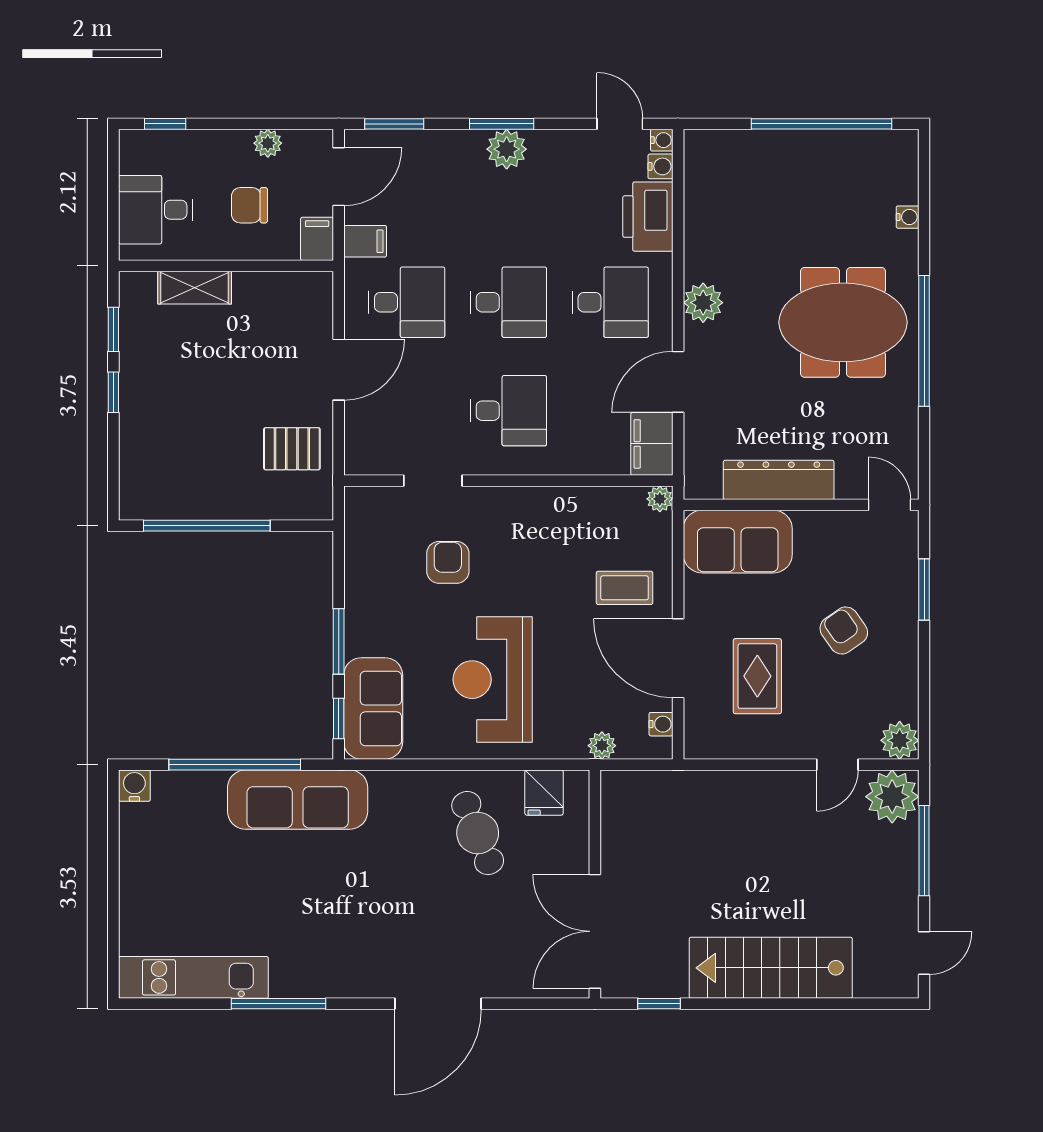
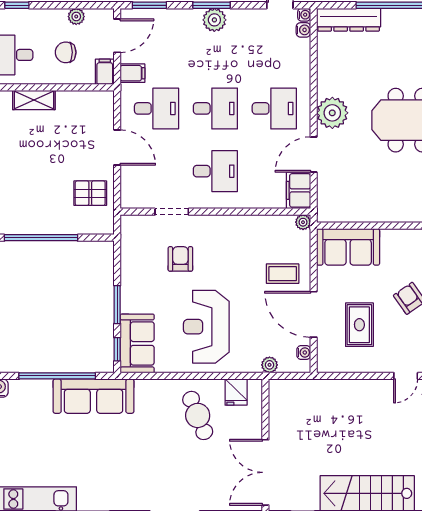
printer: (648, 217) -> (296, 59), removed
plant: (703, 303) -> (332, 113), width x1.36, depth x1.36
door: (339, 370) -> (117, 147), hinge flipped
dresser: (779, 480) -> (349, 20), moved, turned 180

